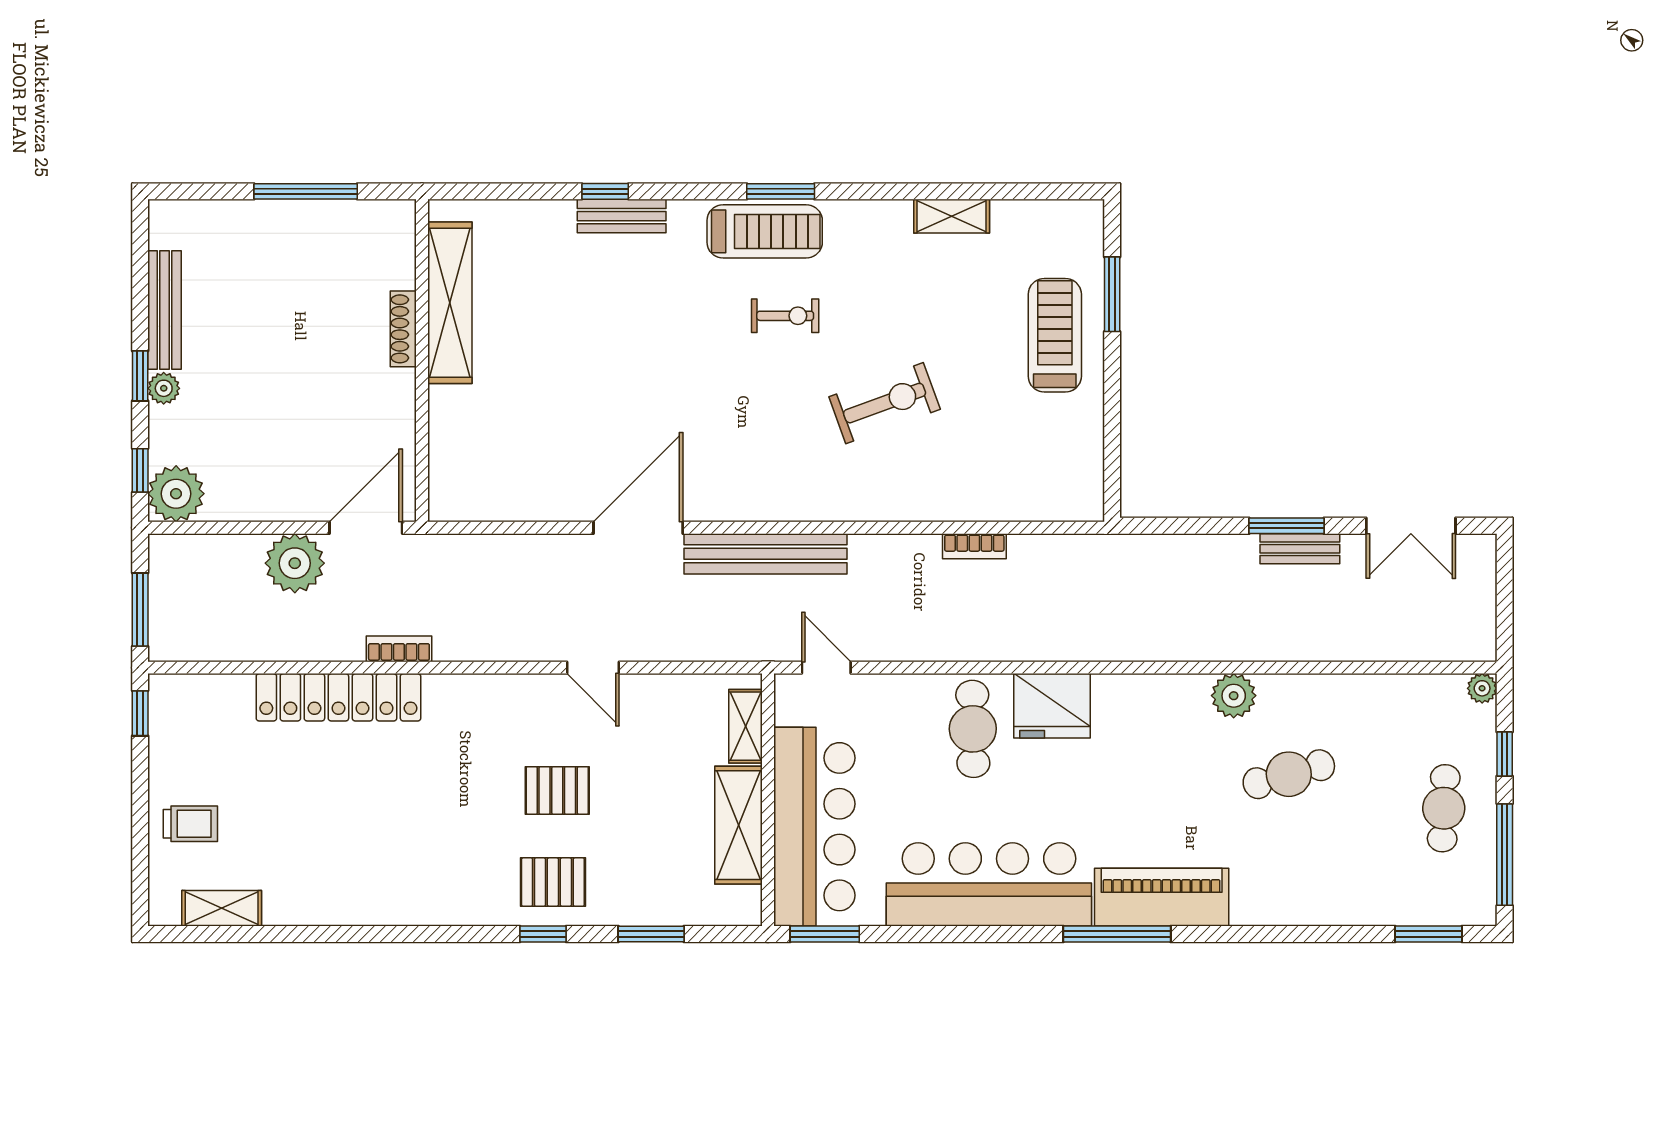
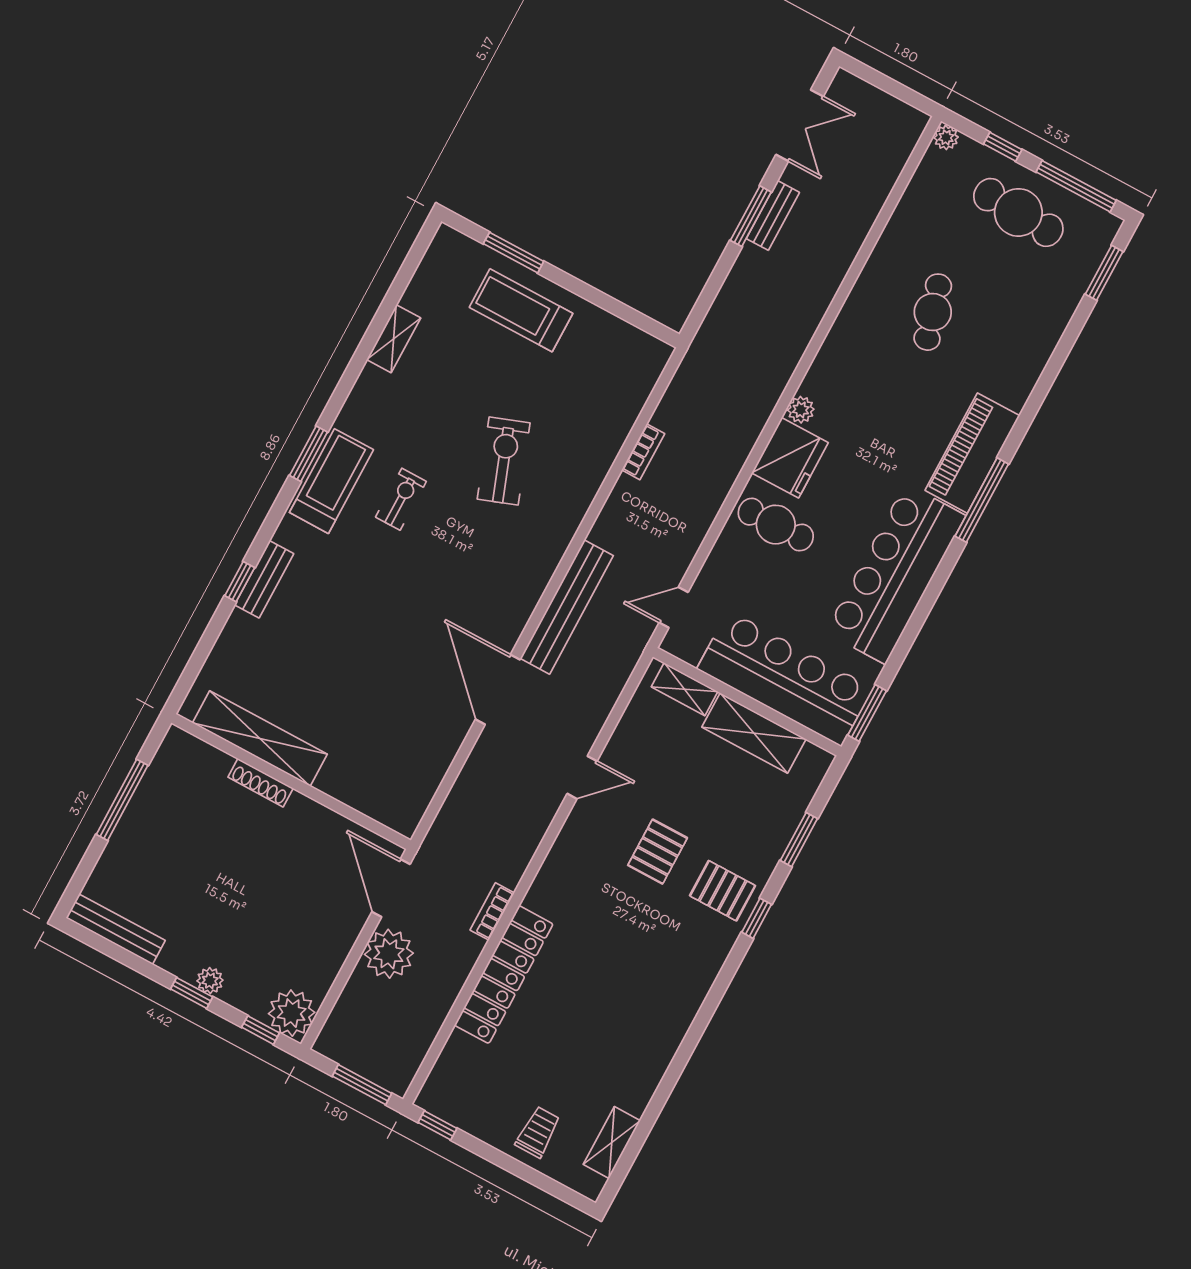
bench: (164, 310) -> (116, 929), moved
plant: (1234, 696) -> (801, 410), moved, width x0.73, depth x0.73
cafe table: (1444, 808) -> (1018, 212), width x1.37, depth x1.35
pallet: (553, 882) -> (723, 891), turned 90

